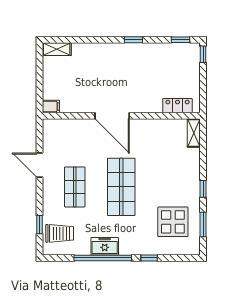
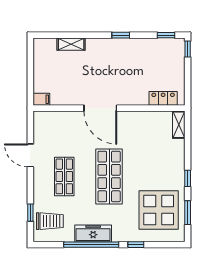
shelving: (57, 49) -> (71, 44), moved
display table: (173, 222) -> (159, 210), width x1.36, depth x1.36
freezer: (105, 246) -> (93, 233), width x1.40

